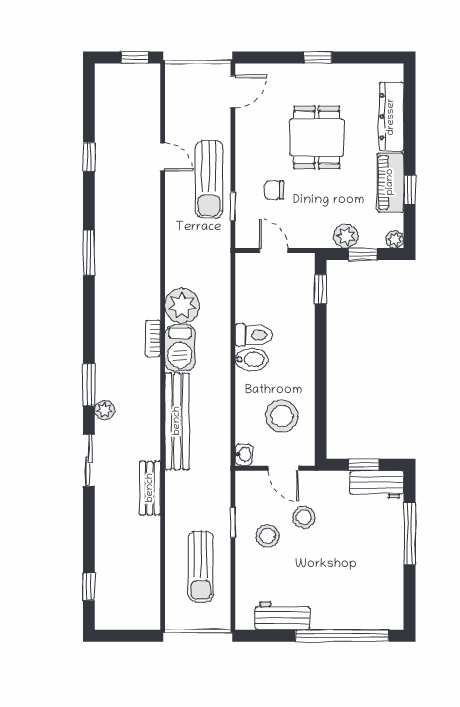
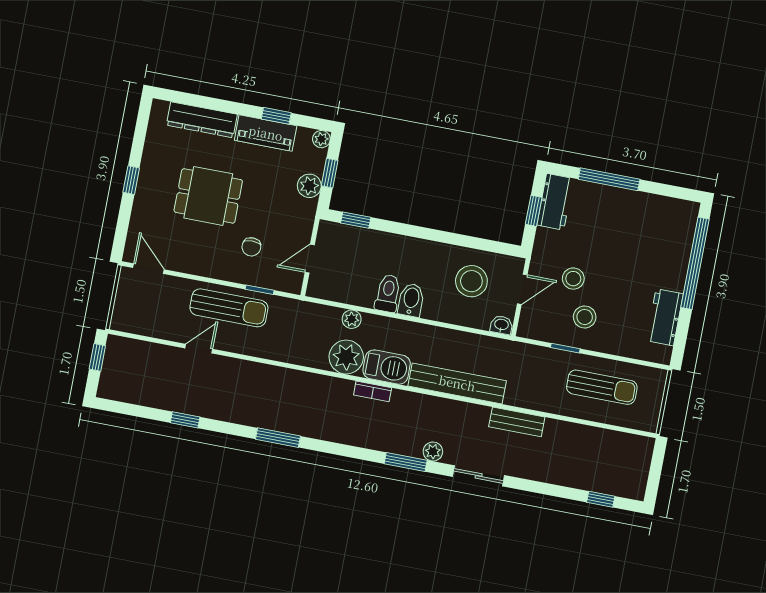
plant: (221, 304) -> (352, 319), added

